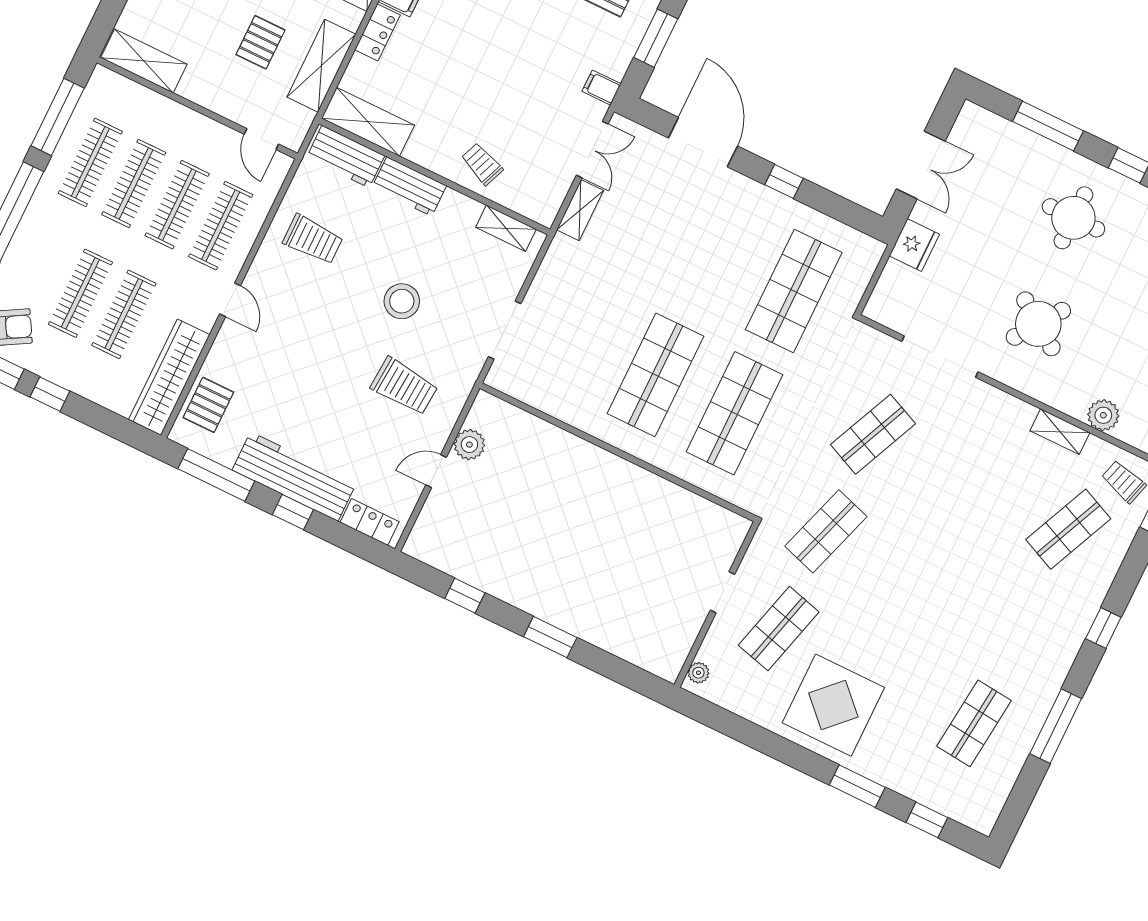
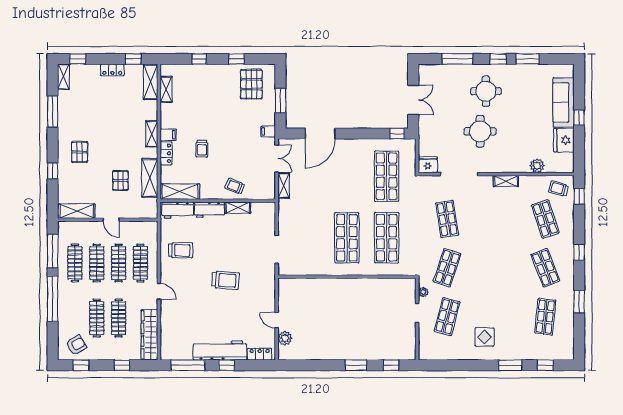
trolley: (453, 58) -> (202, 149), added
door: (261, 139) -> (111, 220), moved
door: (703, 142) -> (320, 134), swing flipped
window: (784, 181) -> (397, 134), moved
shelving: (506, 228) -> (238, 208), moved
fridge: (914, 245) -> (428, 165), moved, turned -90
stool: (402, 301) -> (229, 258), removed
round table: (1038, 324) -> (480, 131), moved, turned -35
trolley: (404, 386) -> (225, 280), moved
window: (50, 394) -> (122, 365), moved
pallet: (208, 405) -> (171, 338), removed
shelving: (1060, 432) -> (506, 181), moved
shop shelf: (873, 434) -> (447, 219), turned -33
plant: (469, 445) -> (285, 338), moved
door: (436, 471) -> (277, 320), hinge flipped
shop shelf: (1068, 529) -> (545, 219), turned -42
window: (465, 596) -> (391, 365), moved
shop shelf: (1021, 626) -> (545, 268), added
plant: (698, 673) -> (423, 292), moved
display table: (833, 705) -> (484, 337), width x0.54, depth x0.54
window: (1056, 726) -> (579, 302), width x0.69

